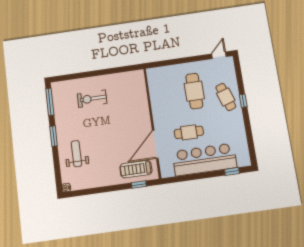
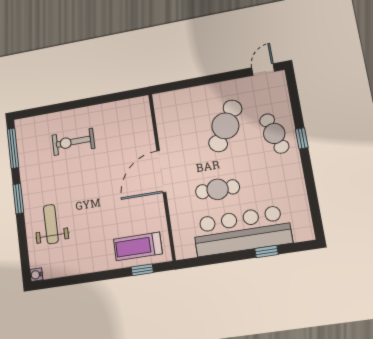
cafe table: (194, 91) -> (225, 126), turned 31
door: (155, 144) -> (161, 172), moved
window: (232, 171) -> (266, 252), moved

